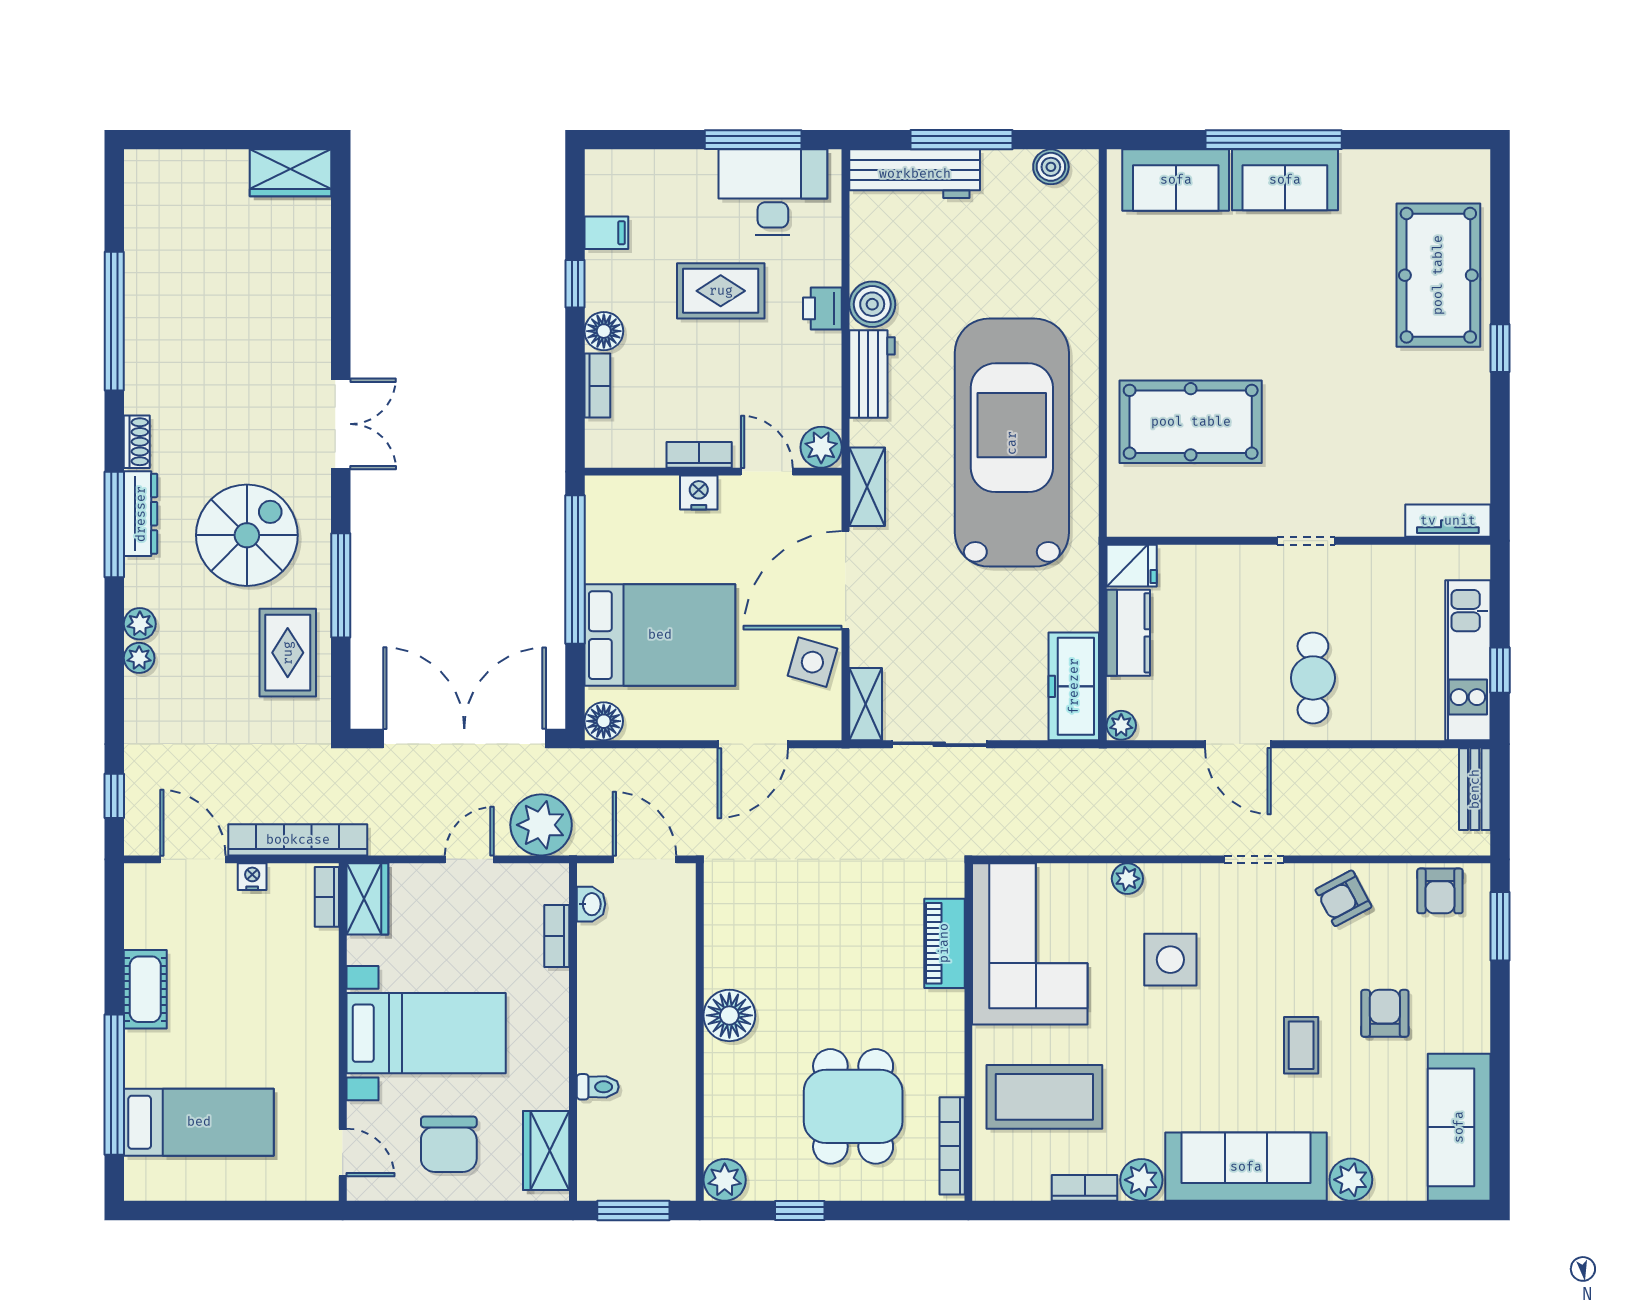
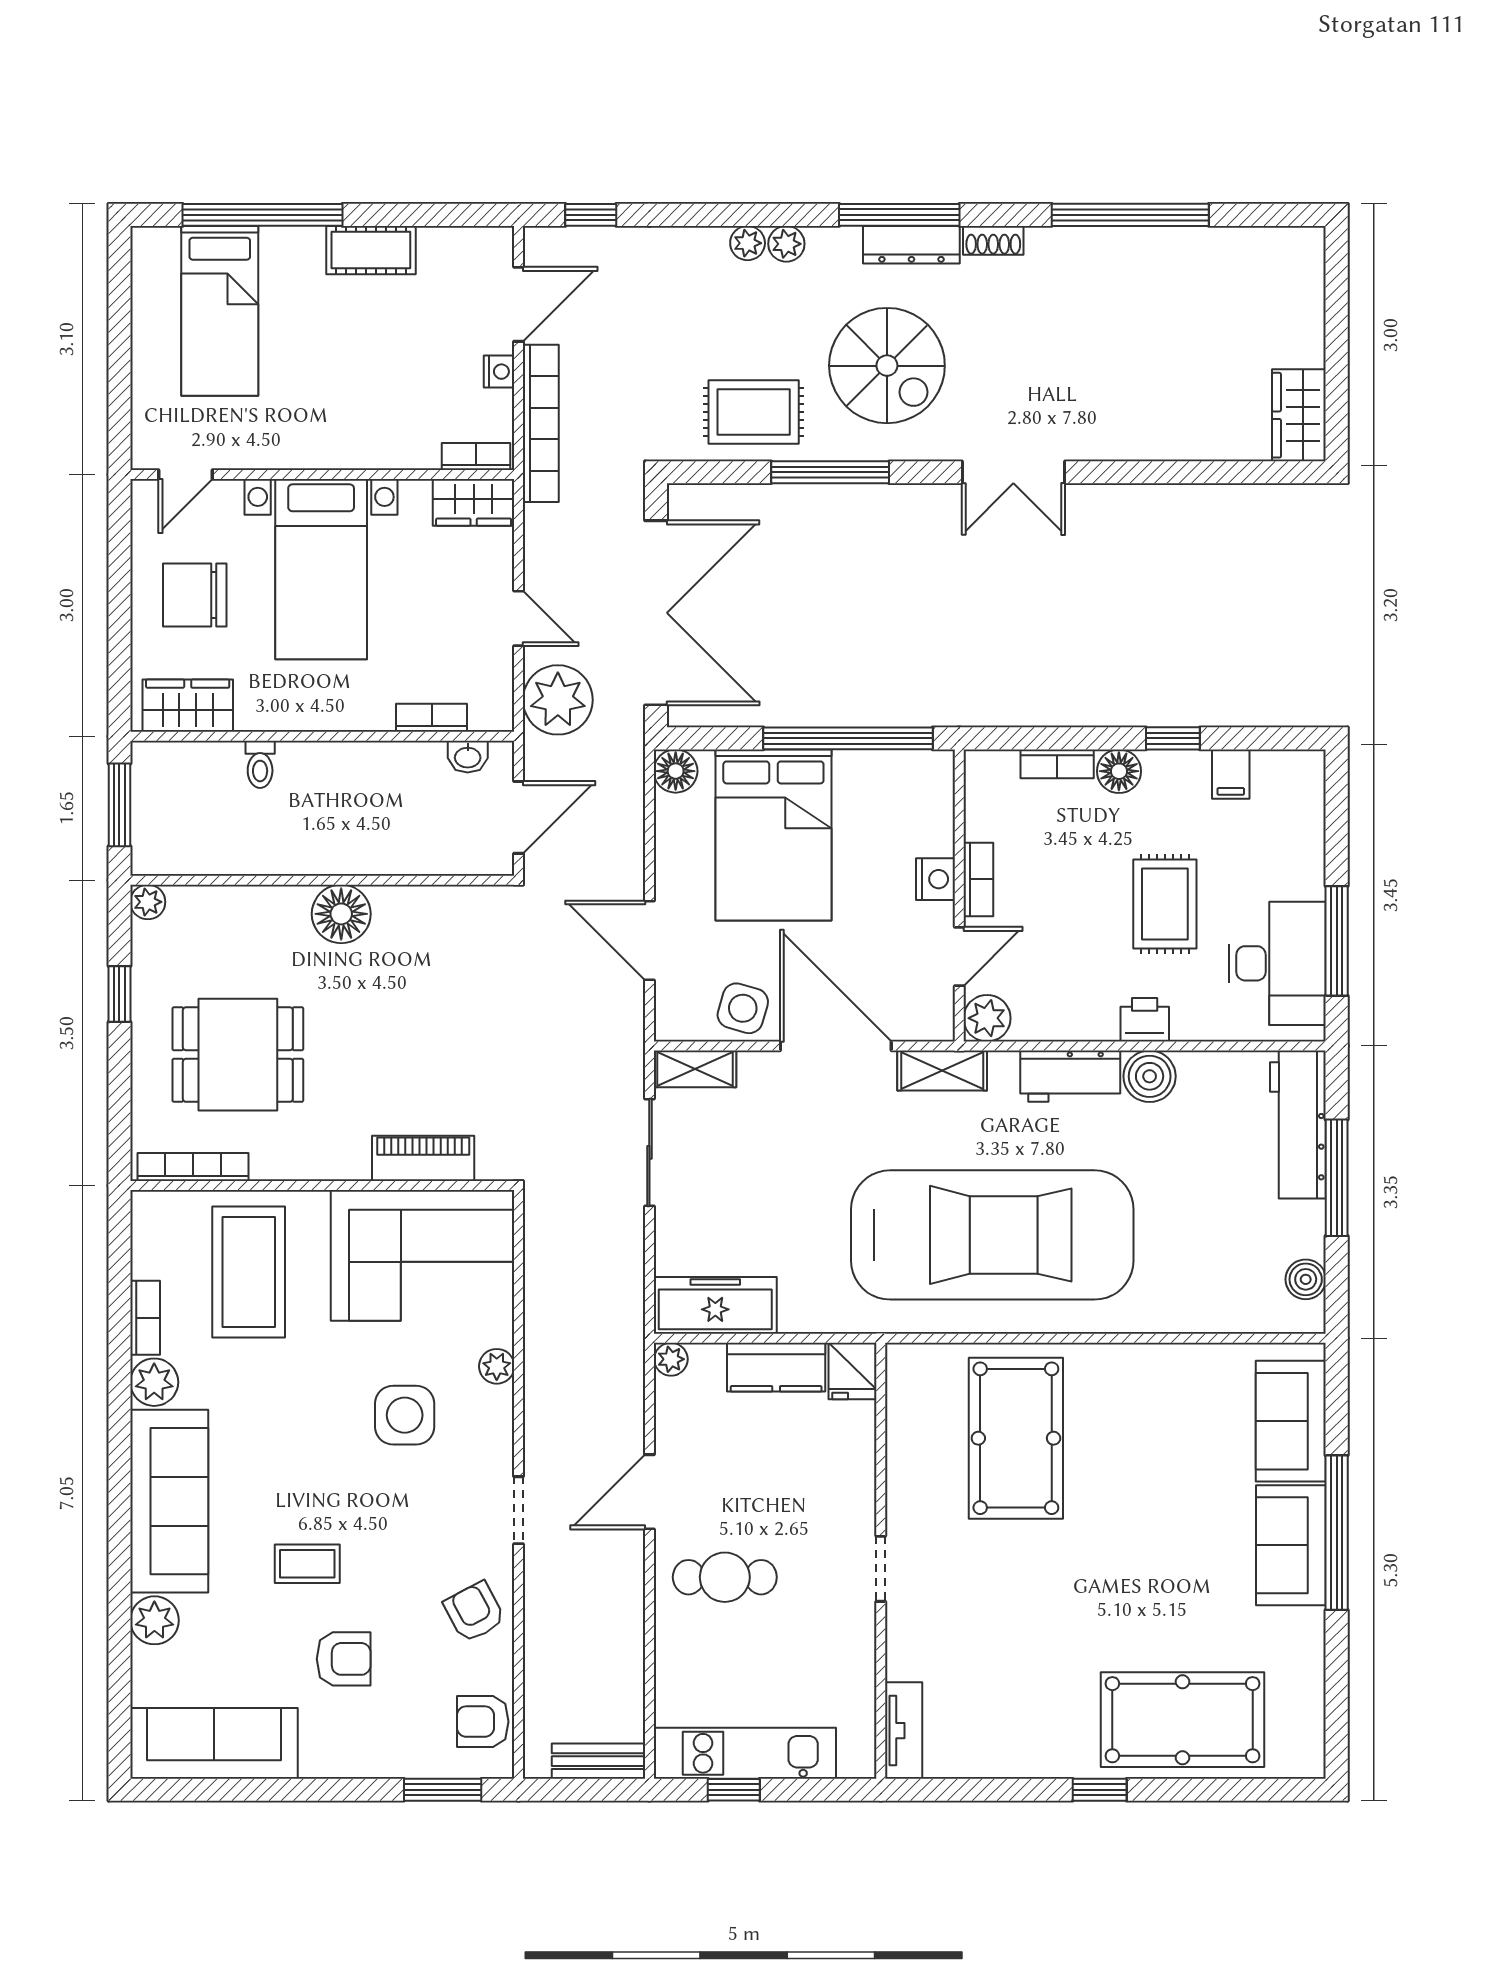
plant: (725, 1180) -> (148, 902), width x0.73, depth x0.73

